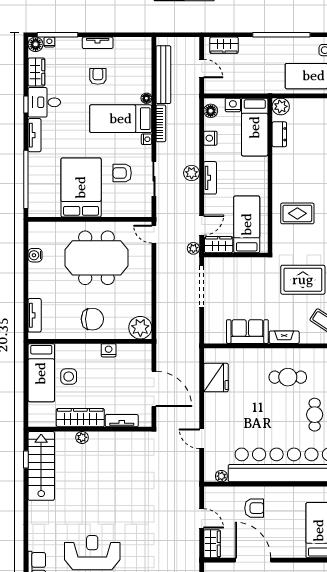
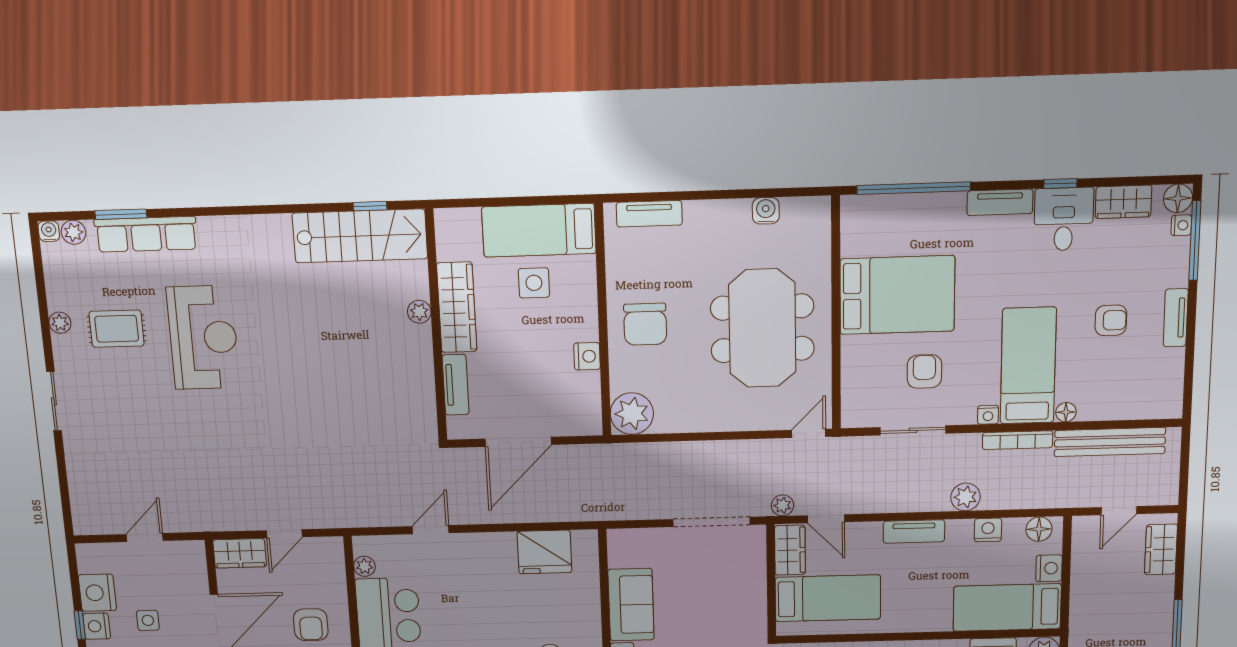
plant: (192, 173) -> (965, 497), moved

